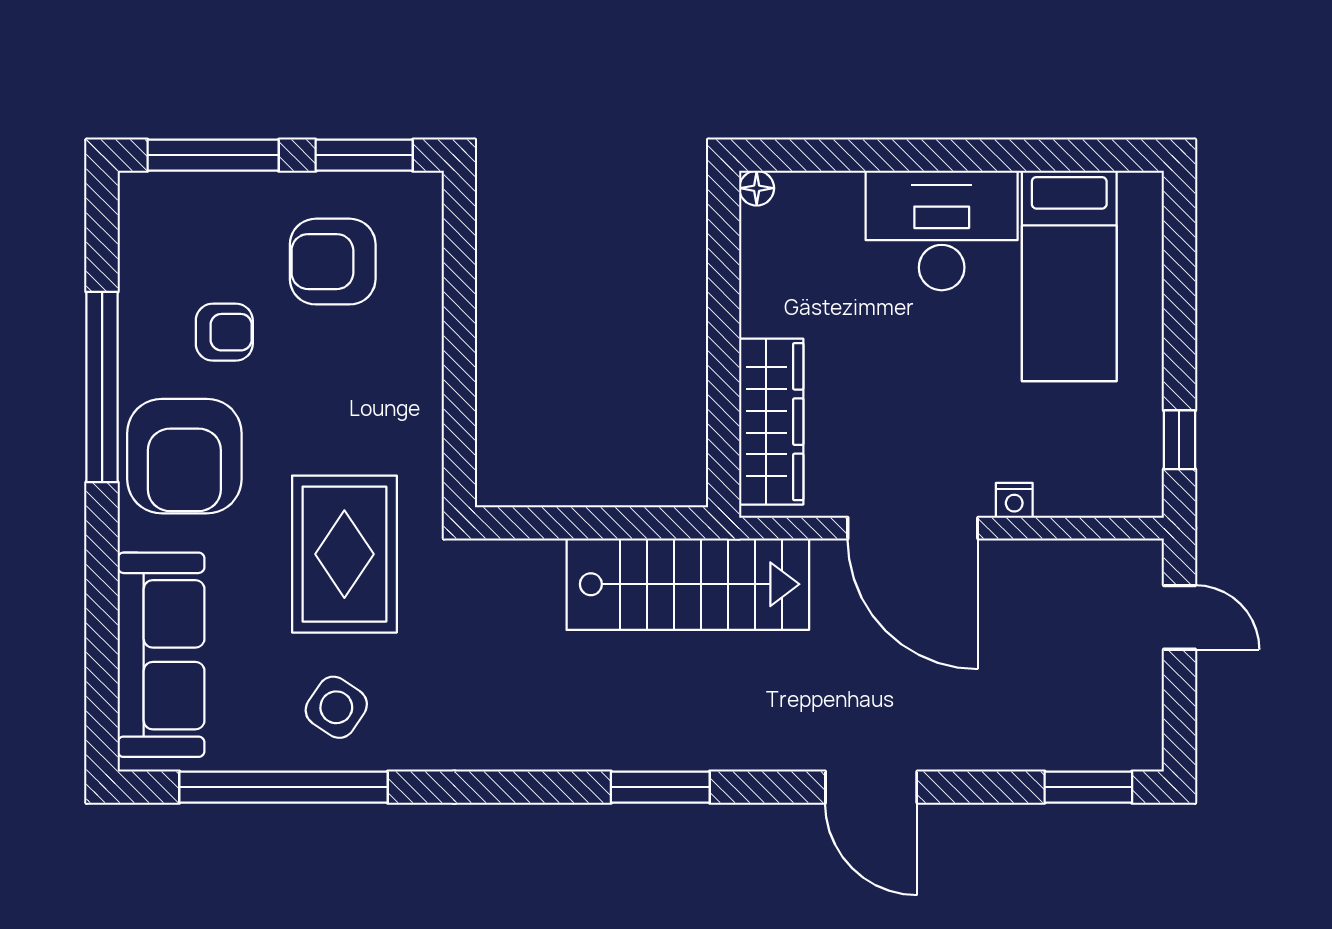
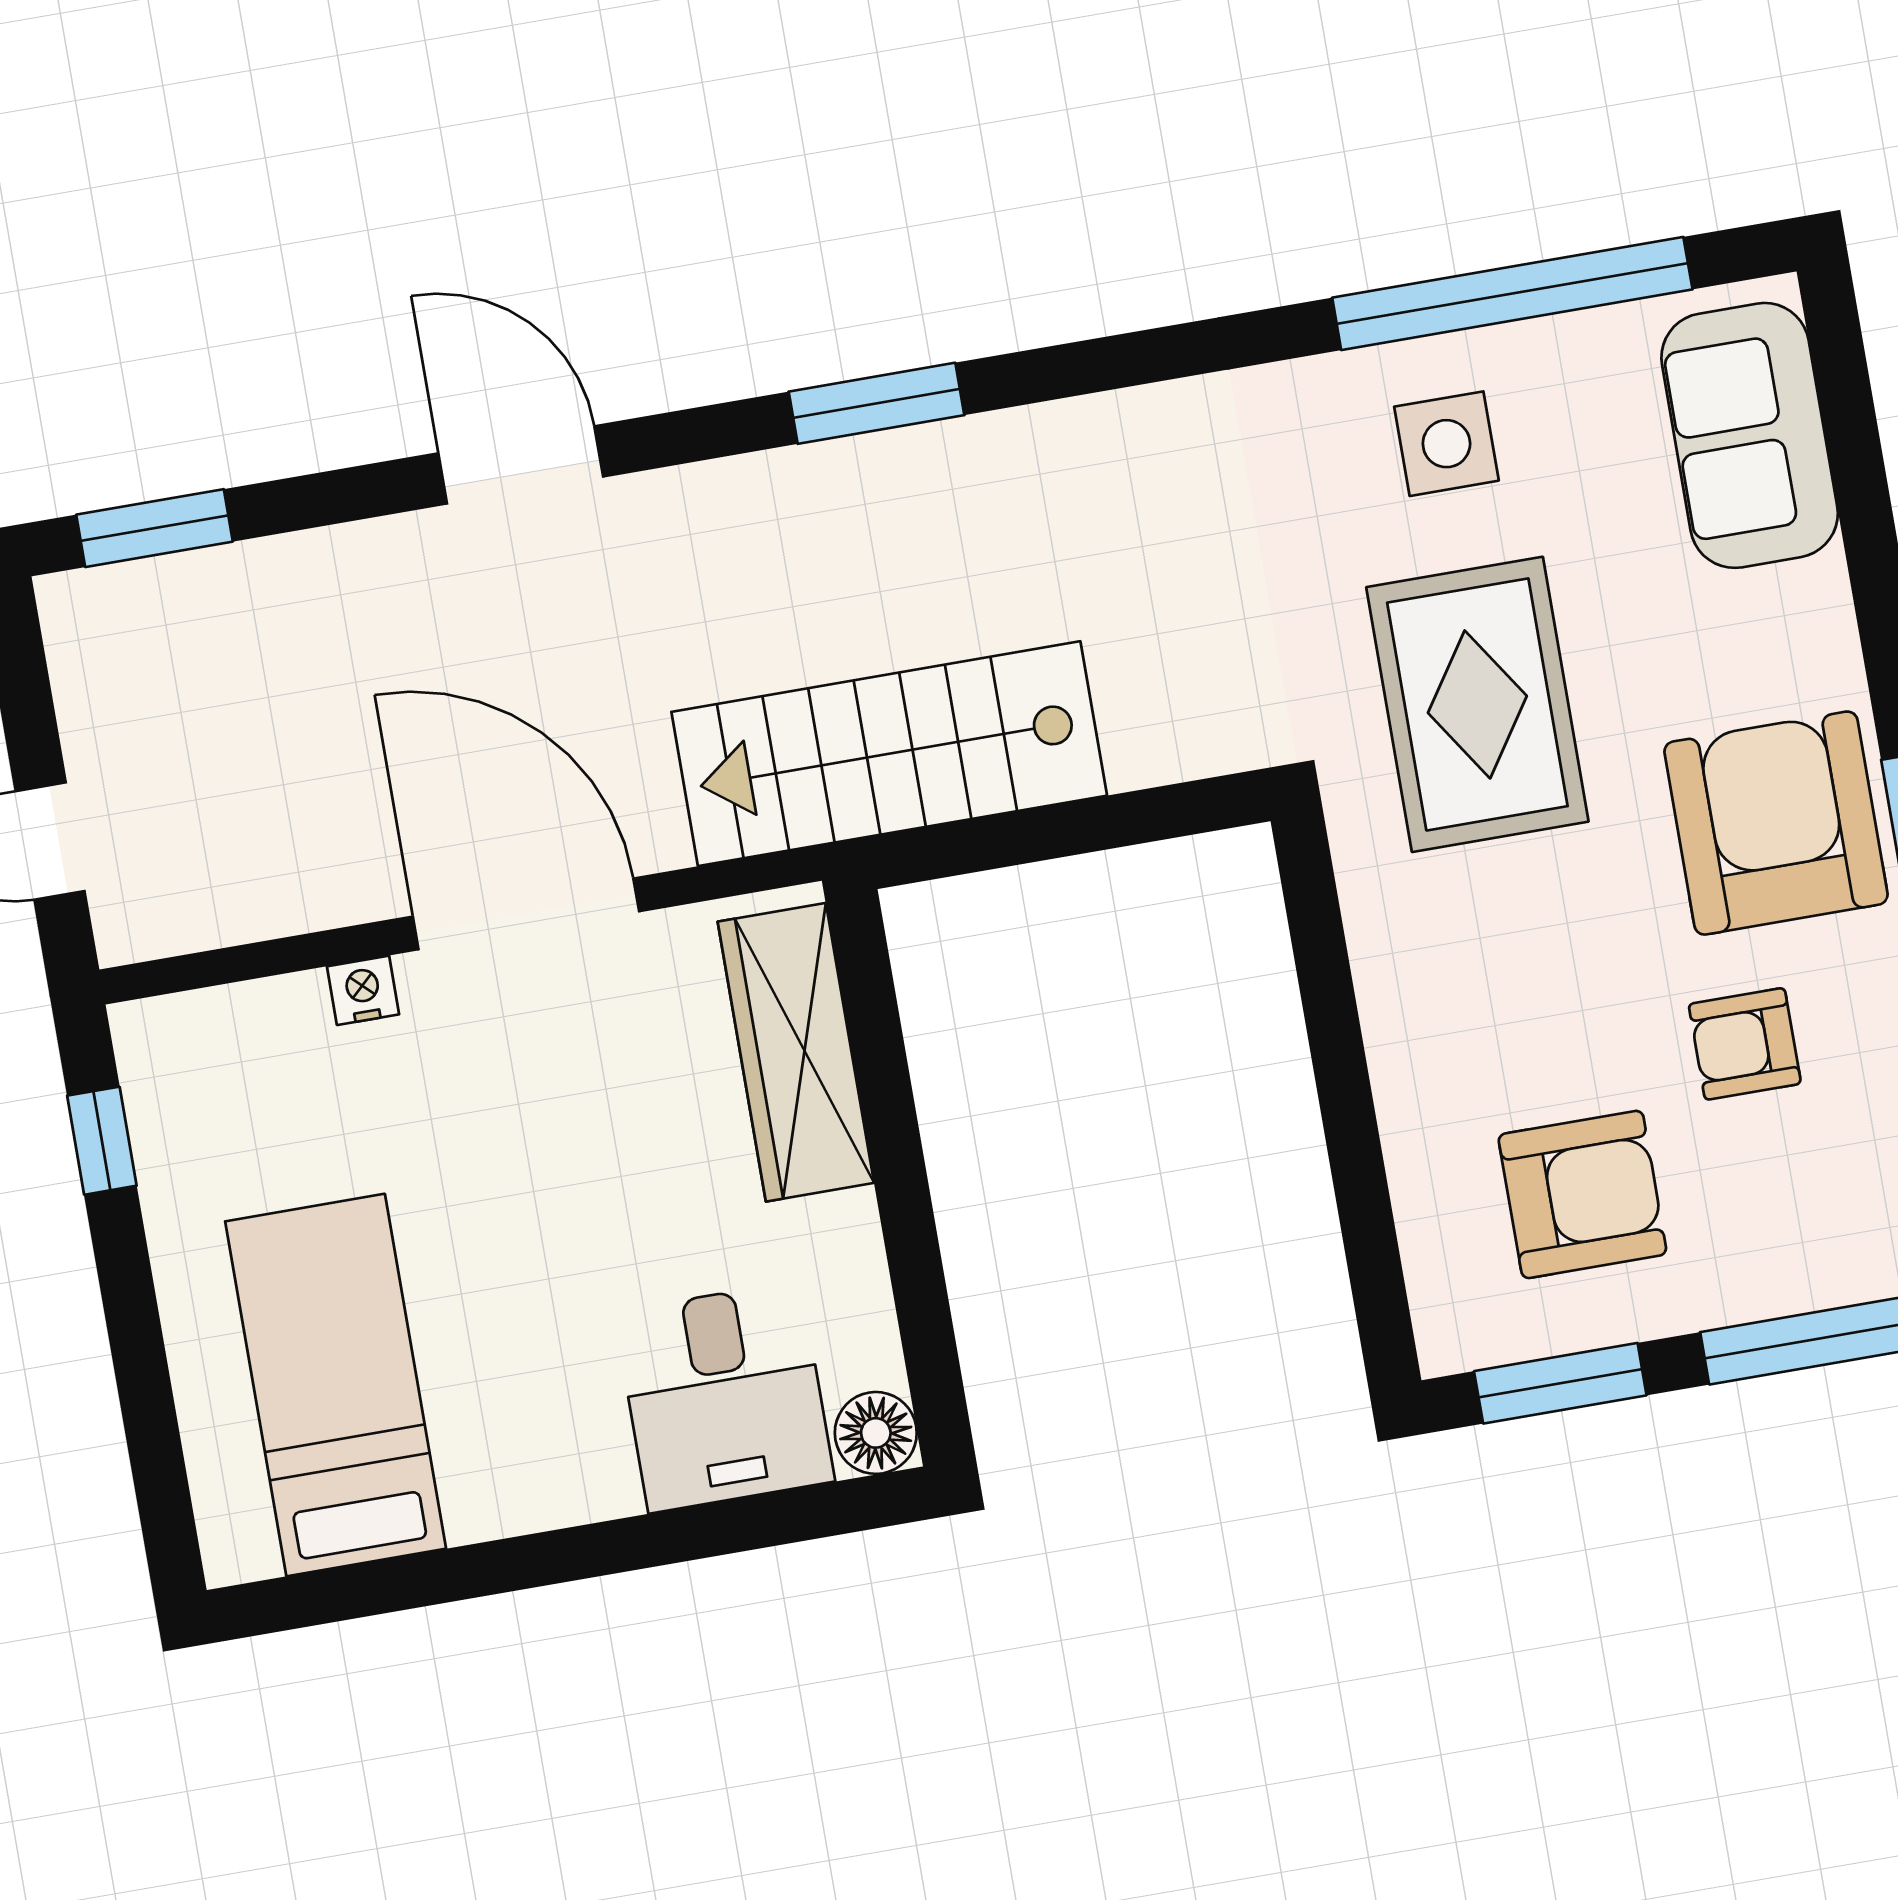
floor lamp: (757, 188) -> (876, 1433), width x1.37, depth x1.37
desk: (942, 230) -> (724, 1397), moved, width x0.73
sofa: (161, 655) -> (1750, 435), width x0.73
side table: (336, 707) -> (1446, 444), turned -34

